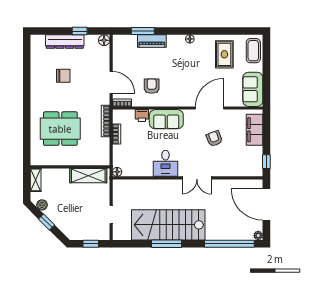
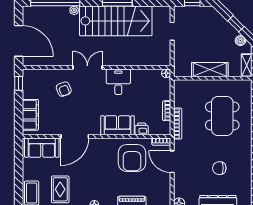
armchair: (152, 86) -> (132, 158), width x1.88, depth x1.88
sofa: (253, 89) -> (42, 148), moved, turned 90
dining table: (60, 129) -> (222, 116), turned 90
armchair: (214, 139) -> (64, 89), moved
shelving: (88, 176) -> (210, 70), moved
plant: (258, 236) -> (74, 10), moved

